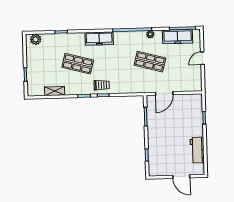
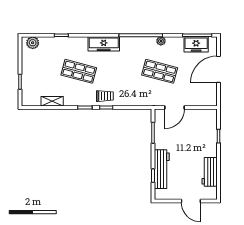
freezer: (178, 37) -> (196, 44), width x0.71
door: (202, 58) -> (218, 69), width x1.88
workbench: (154, 149) -> (162, 169), added

